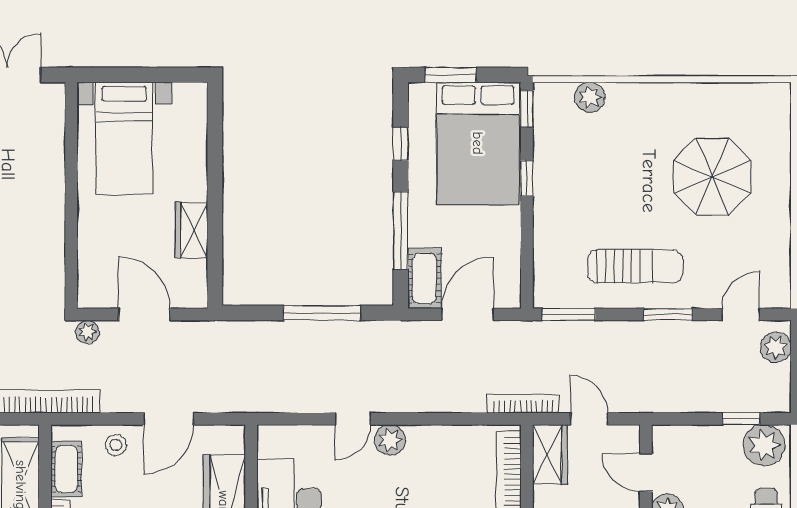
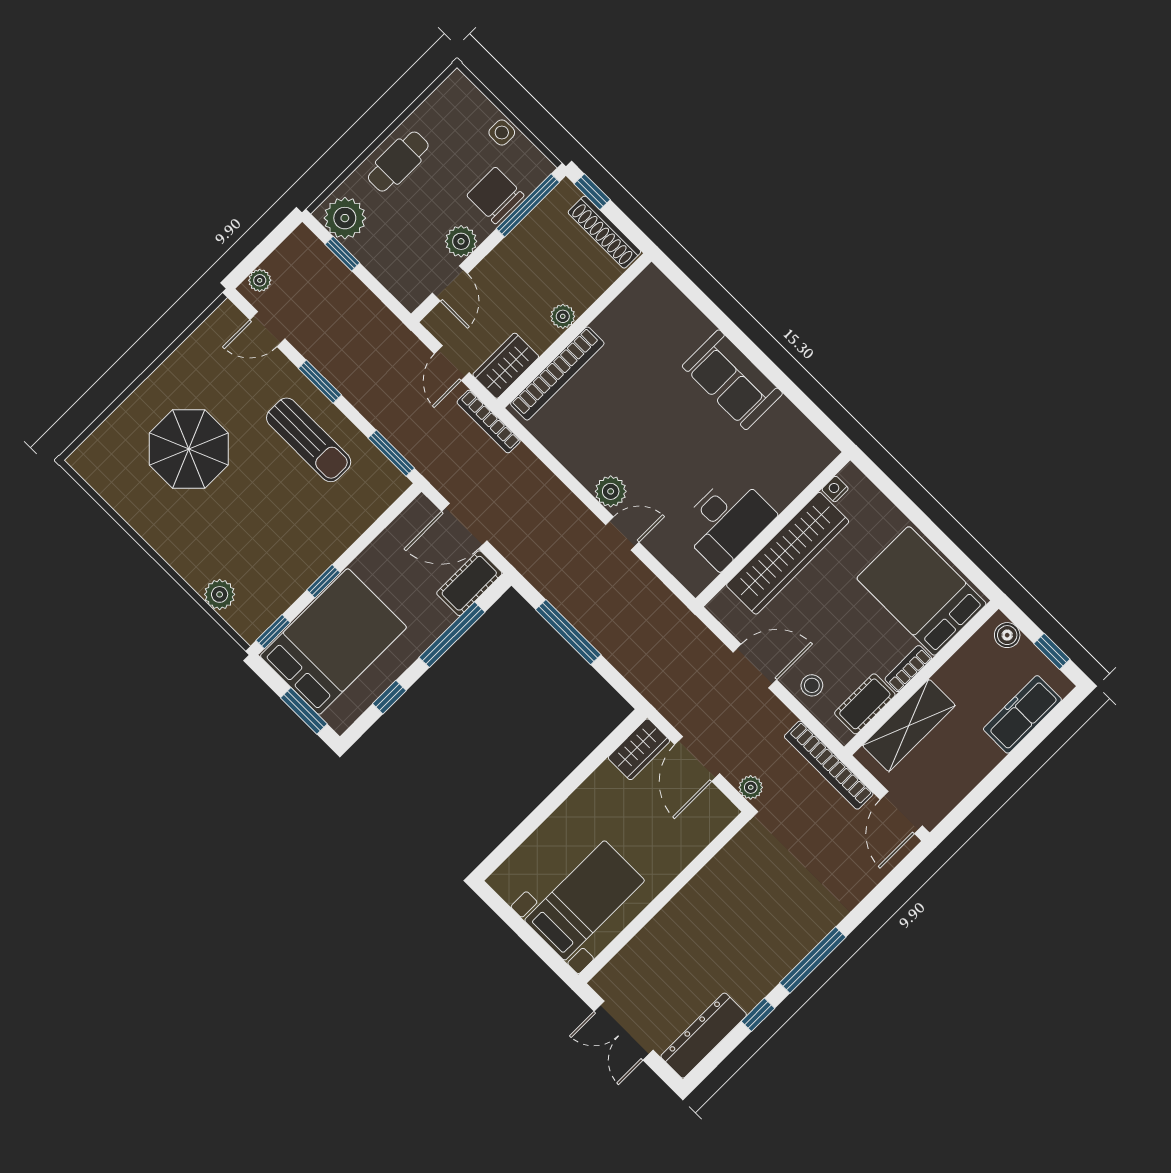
wardrobe: (191, 230) -> (639, 749), moved
sun lounger: (635, 266) -> (309, 440), turned 180
plant: (776, 347) -> (260, 280), width x0.73, depth x0.73

